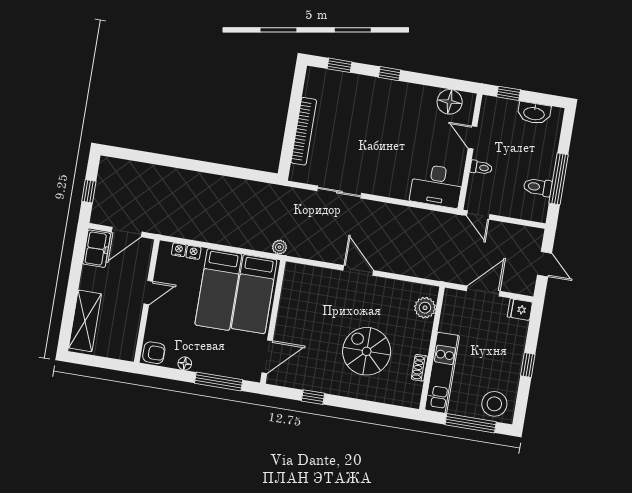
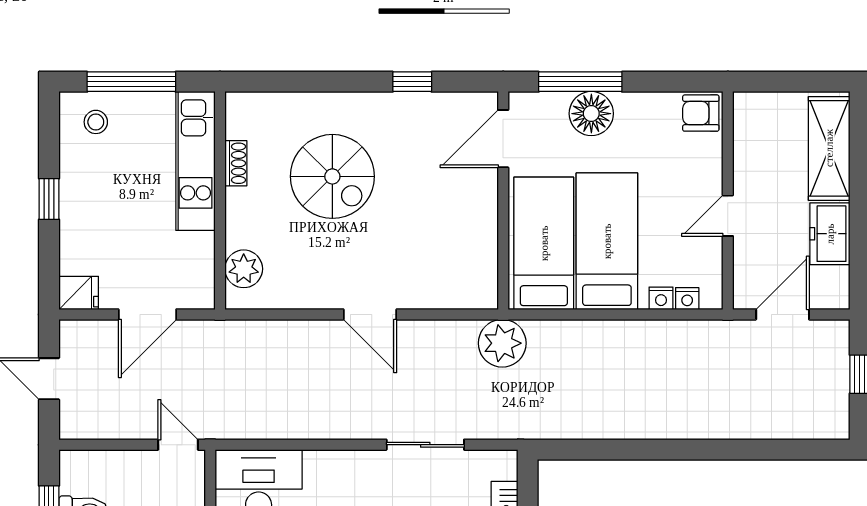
plant: (279, 247) -> (502, 343), width x1.88, depth x1.88
freezer: (97, 249) -> (830, 234), moved
floor lamp: (185, 364) -> (591, 114), moved, width x1.89, depth x1.89
stool: (494, 404) -> (96, 122), width x0.53, depth x0.53

